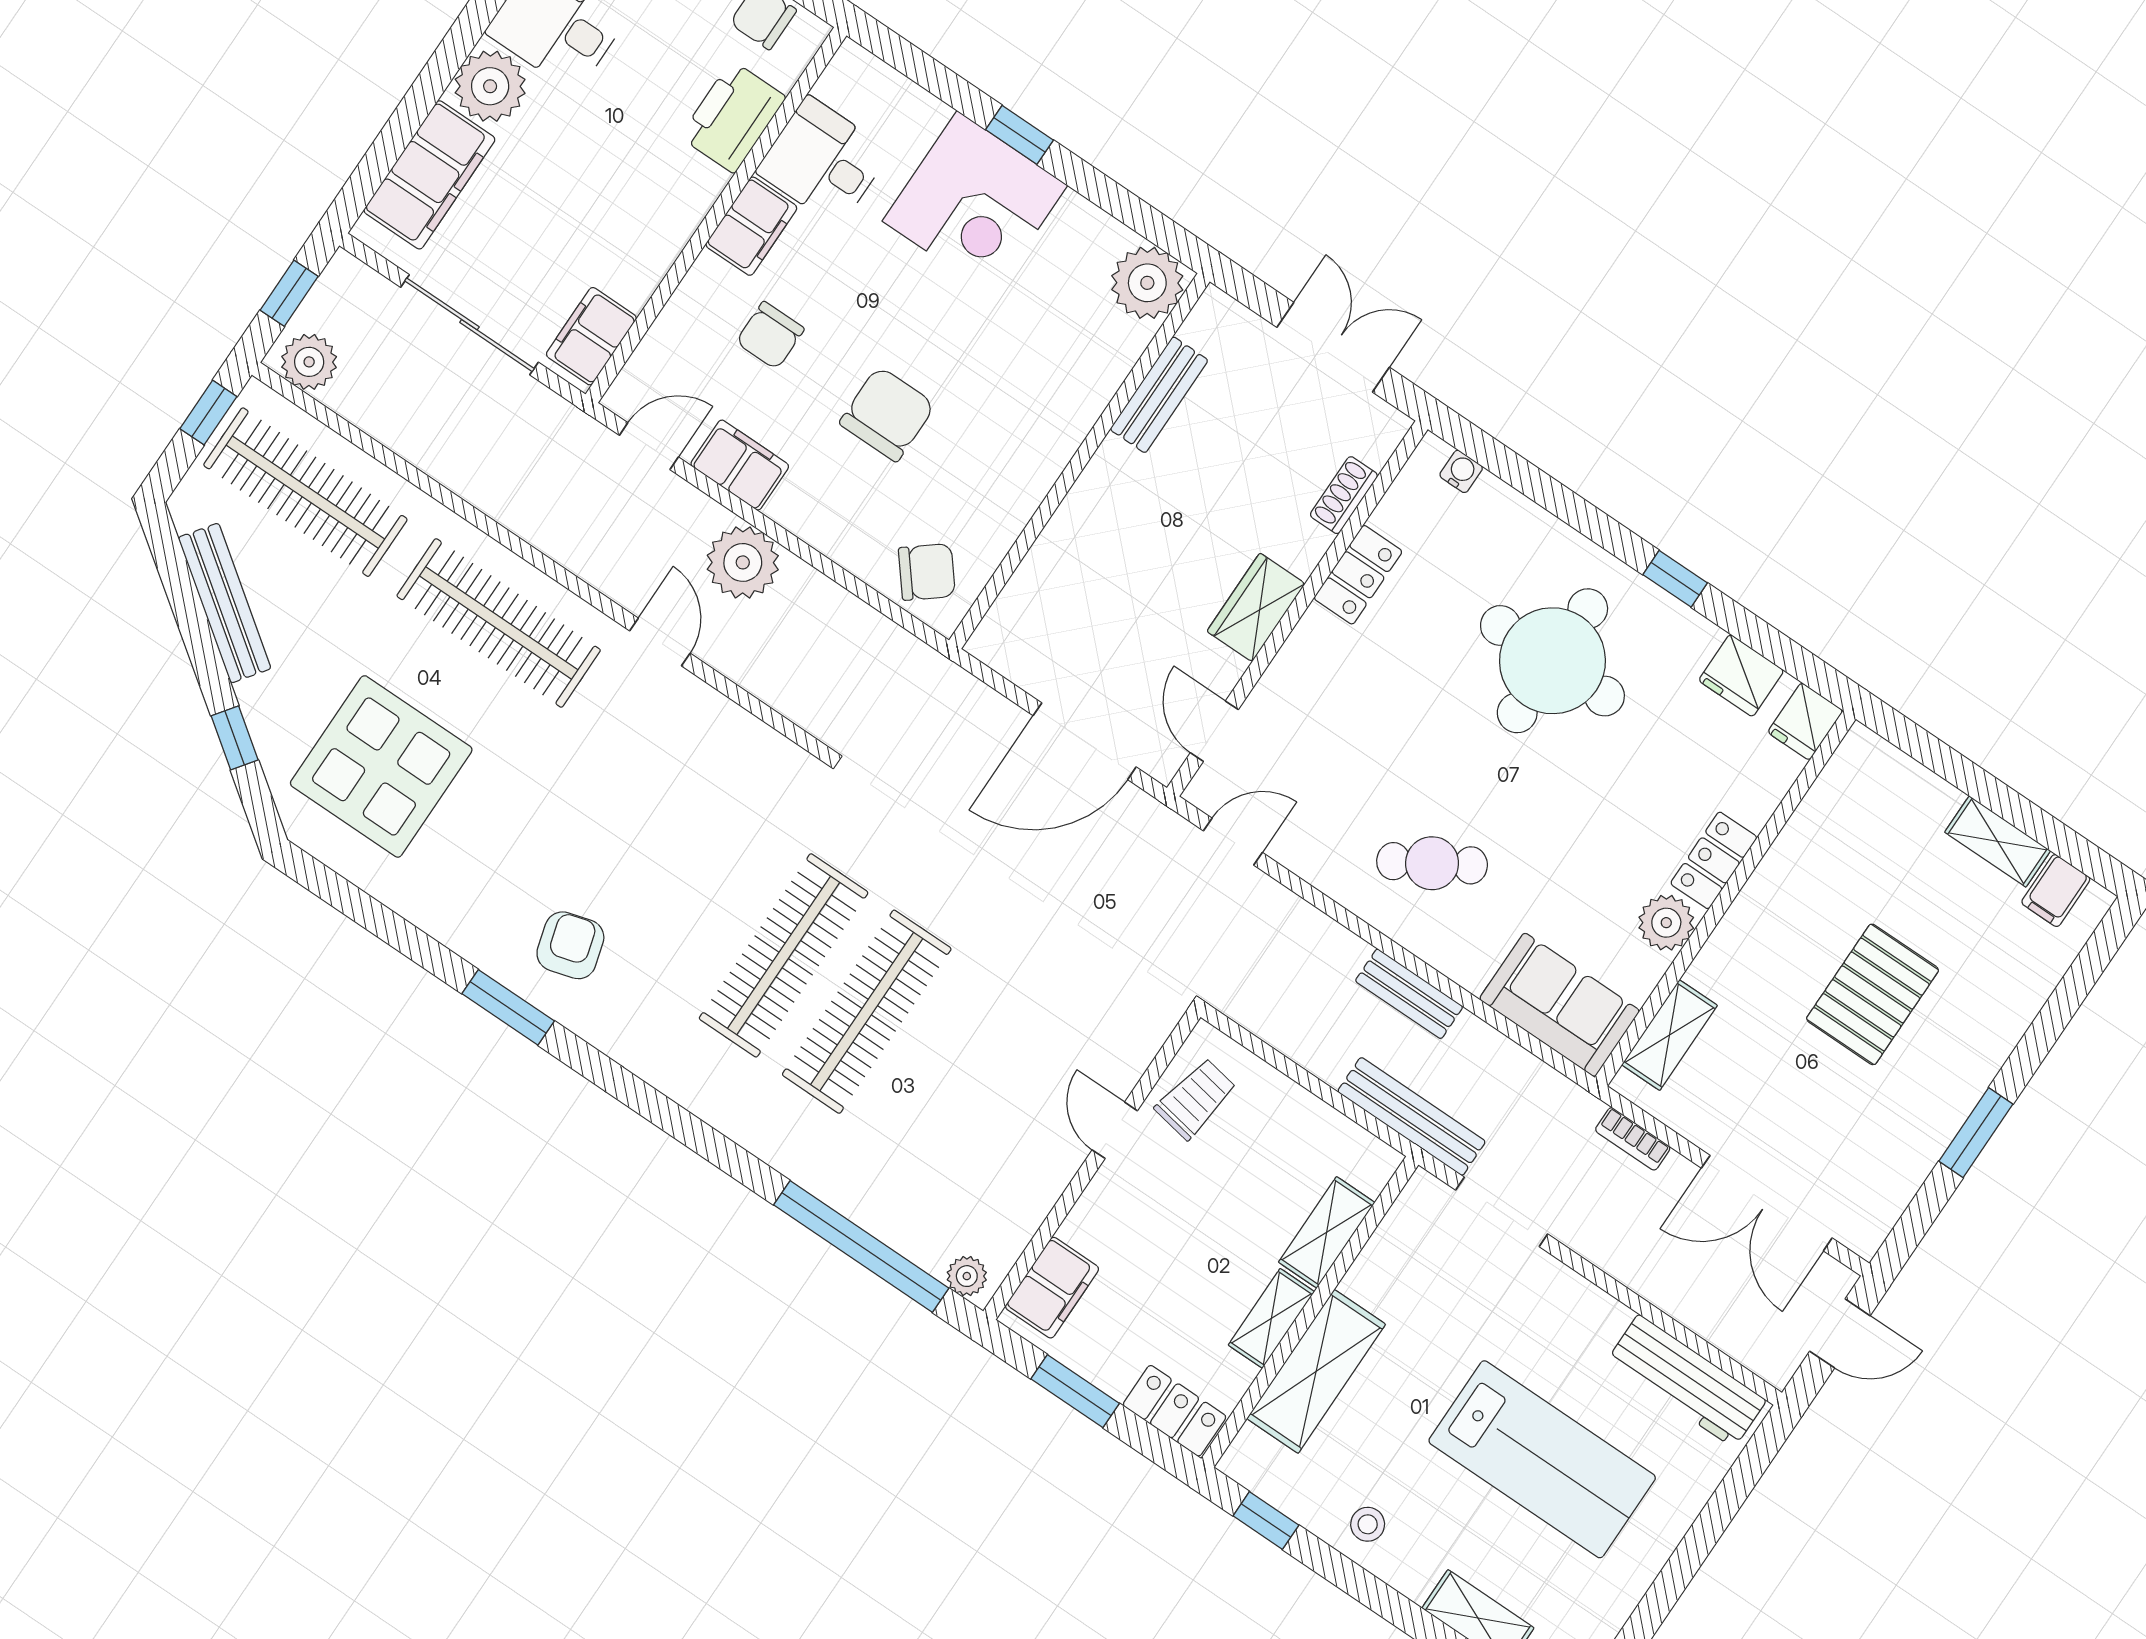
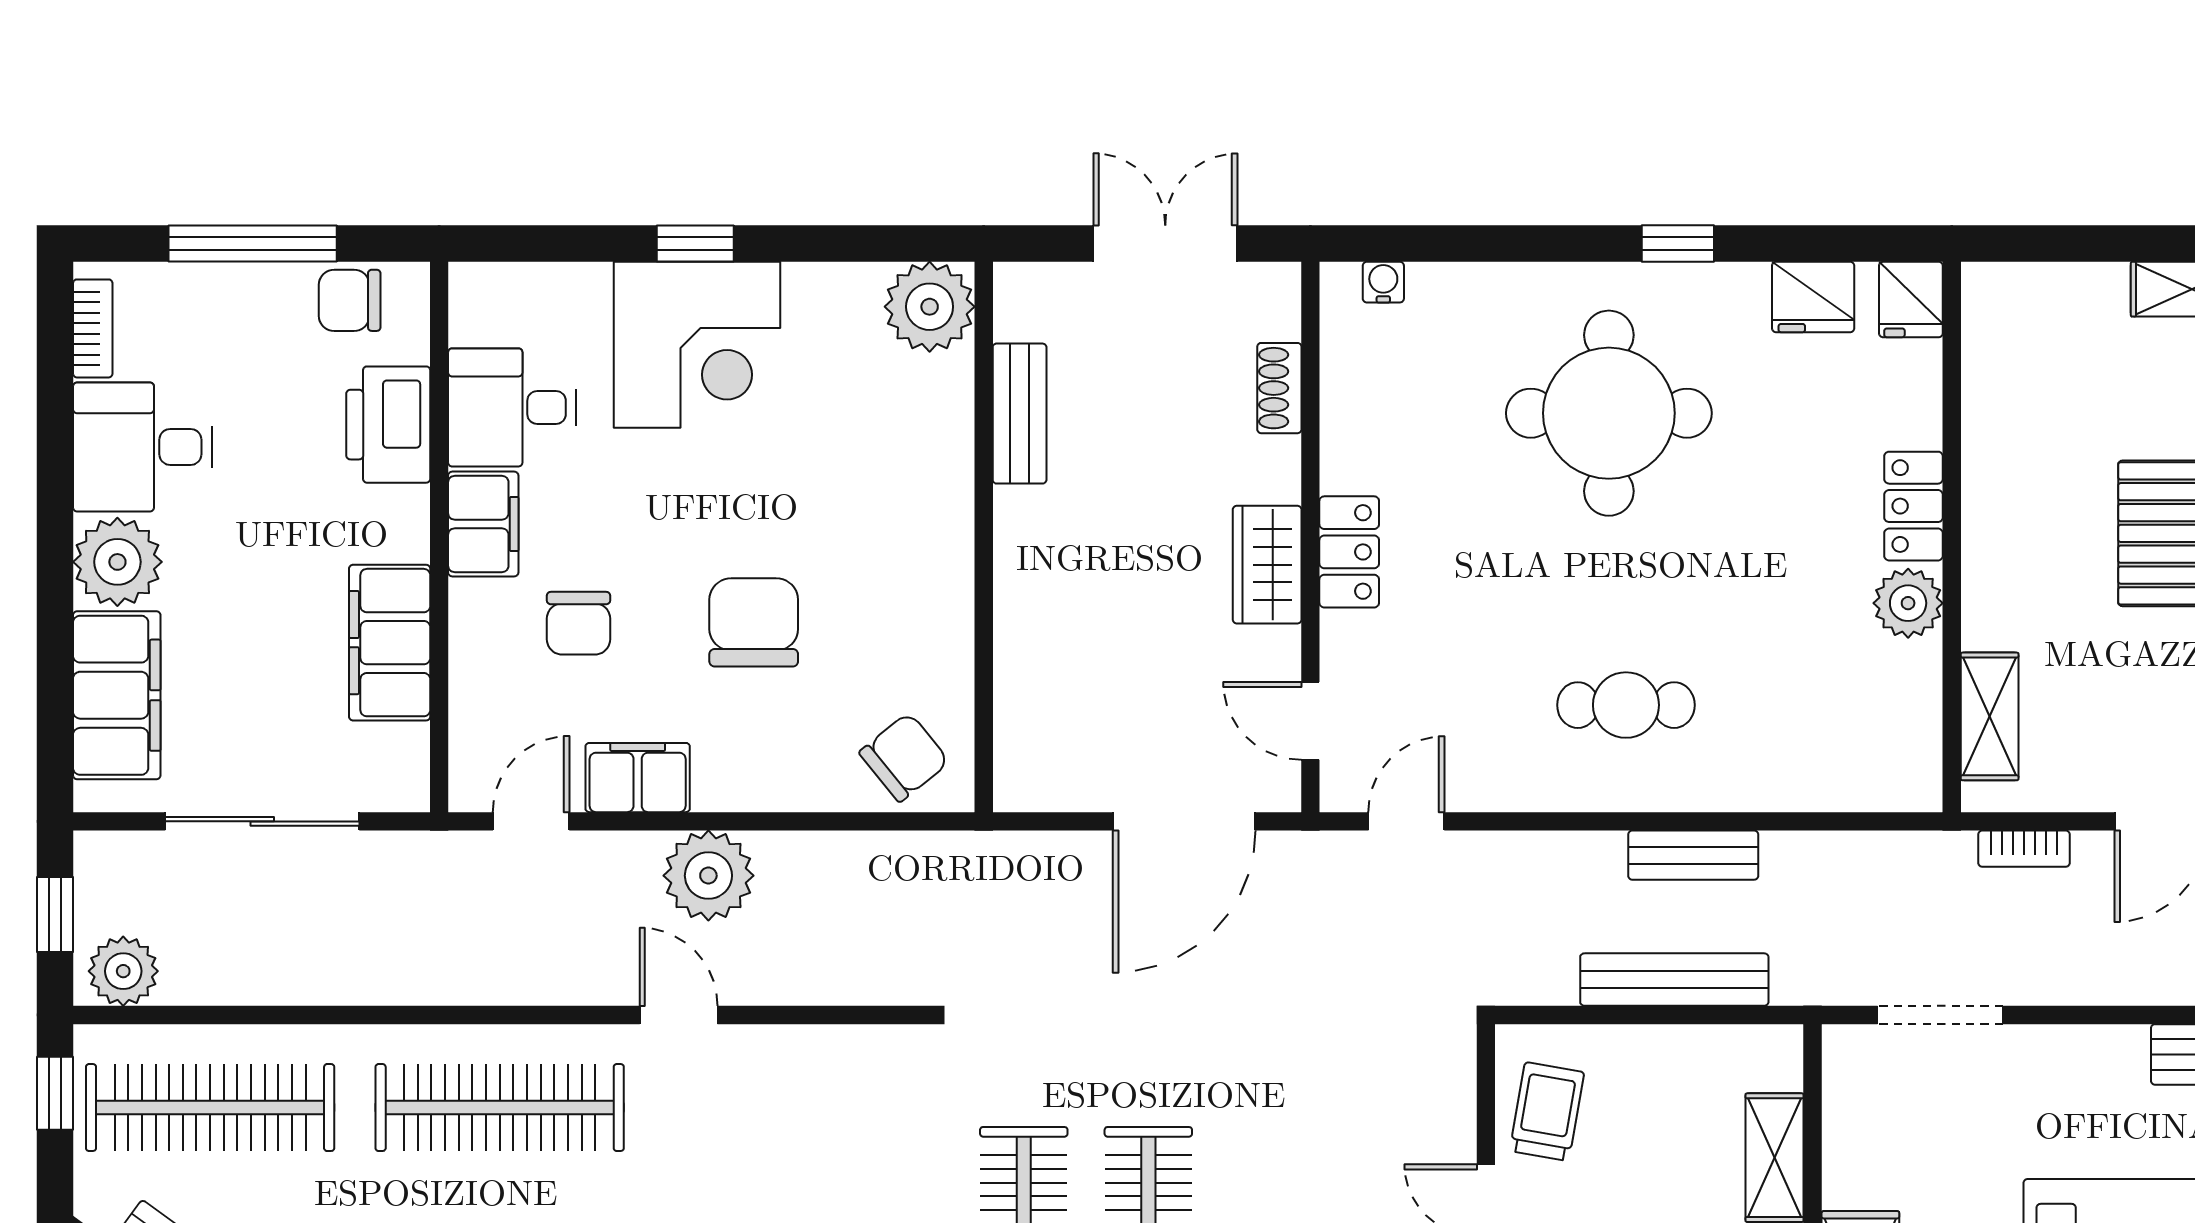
filing cabinet: (591, 336) -> (390, 643), moved, width x1.50, depth x1.17
locker: (1358, 575) -> (1349, 552), moved
cafe table: (1432, 863) -> (1626, 705), turned 31
sofa: (1560, 1005) -> (1856, 762), removed
bench: (1412, 1116) -> (1674, 980), moved

